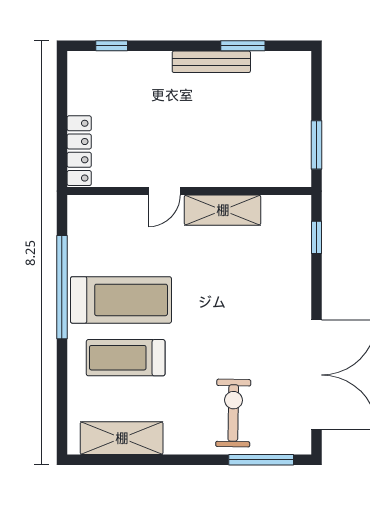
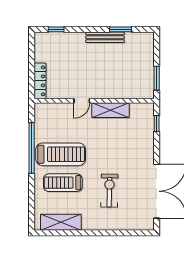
exercise bike: (233, 413) -> (109, 191), moved
window: (261, 460) -> (129, 233), removed

